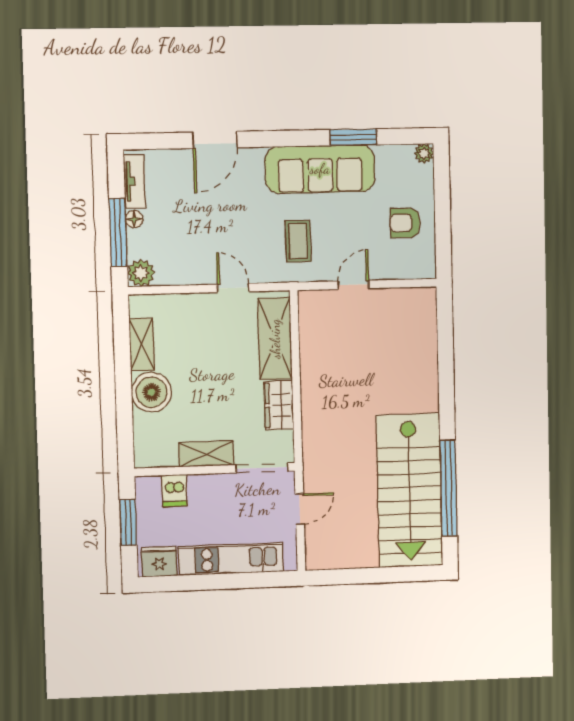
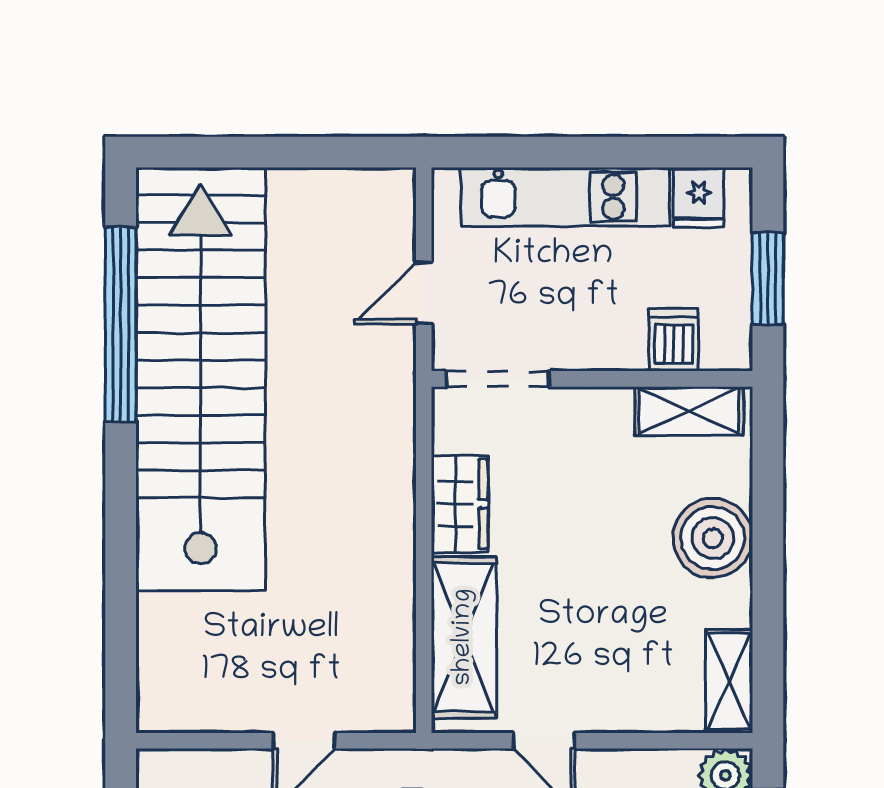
shelving: (142, 344) -> (729, 681), moved
shelving: (206, 454) -> (689, 411), moved
stairs: (409, 490) -> (201, 379), width x1.36
fridge: (159, 562) -> (699, 197), width x0.72

